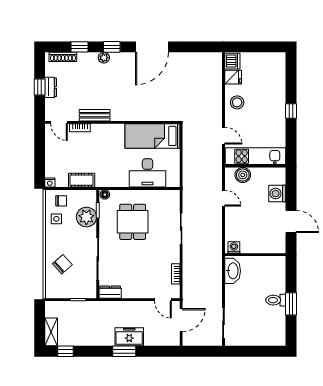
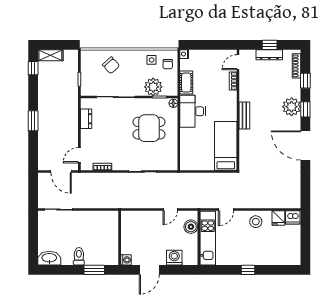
plant: (104, 58) -> (292, 107), width x1.88, depth x1.88
dresser: (51, 87) -> (269, 55), width x1.44
bench: (95, 115) -> (244, 115), moved
desk: (148, 173) -> (193, 111), moved
washing machine: (234, 248) -> (126, 260), moved
washbasin: (233, 271) -> (49, 258), moved, turned 180
dresser: (110, 292) -> (86, 119), moved
window: (291, 304) -> (94, 270), moved
freezer: (129, 337) -> (46, 125), removed

